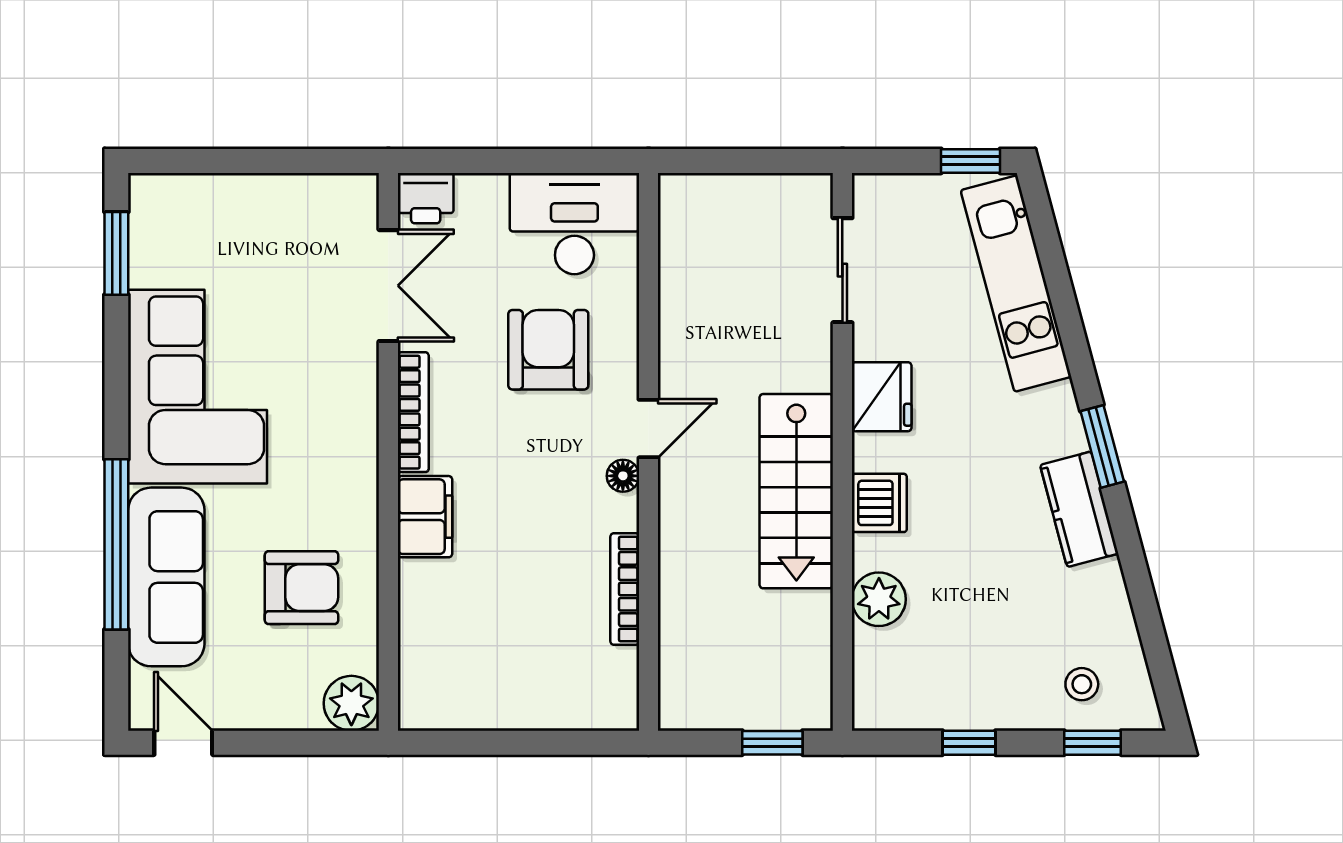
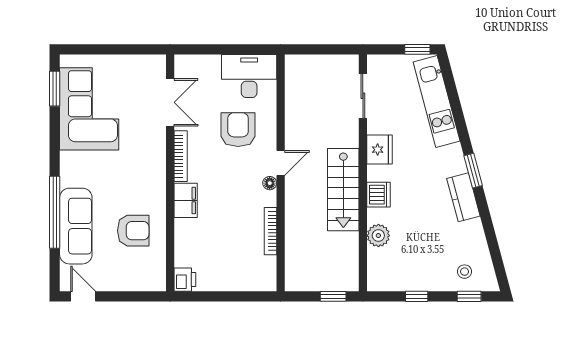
printer: (426, 198) -> (185, 280), moved, turned -90
corner sofa: (198, 387) -> (89, 109), moved
plant: (351, 703) -> (154, 280), removed

